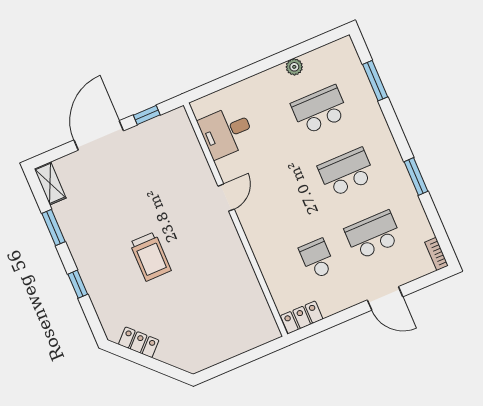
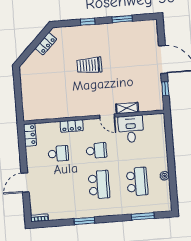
desk: (226, 132) -> (131, 129), moved
shelving: (50, 183) -> (127, 108), moved
school desk: (373, 235) -> (96, 151), moved, width x0.54
locker: (263, 252) -> (72, 126), added

